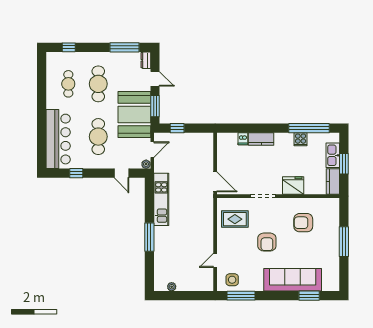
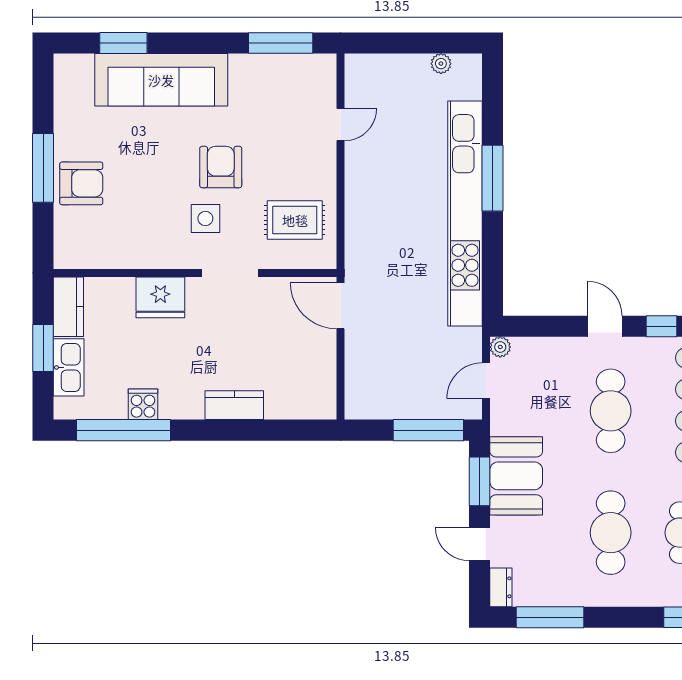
booth: (134, 115) -> (516, 476), width x0.73, depth x0.70
window: (177, 128) -> (428, 430), width x2.17
dishwasher: (243, 139) -> (276, 406), removed
door: (122, 173) -> (605, 326), moved
kitchen unit: (161, 199) -> (465, 214), width x1.86
armchair: (303, 223) -> (81, 183), moved
side table: (232, 280) -> (205, 219), moved

